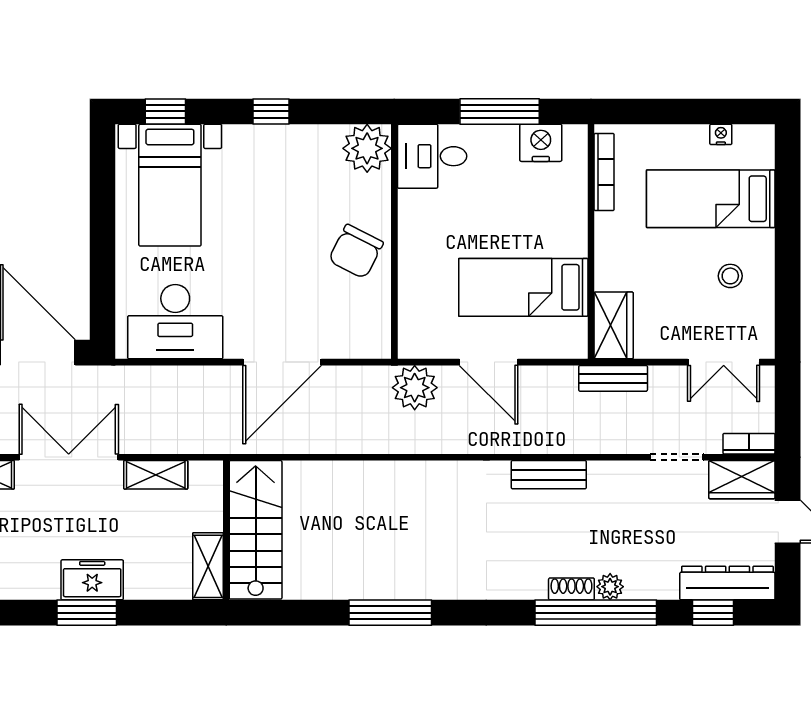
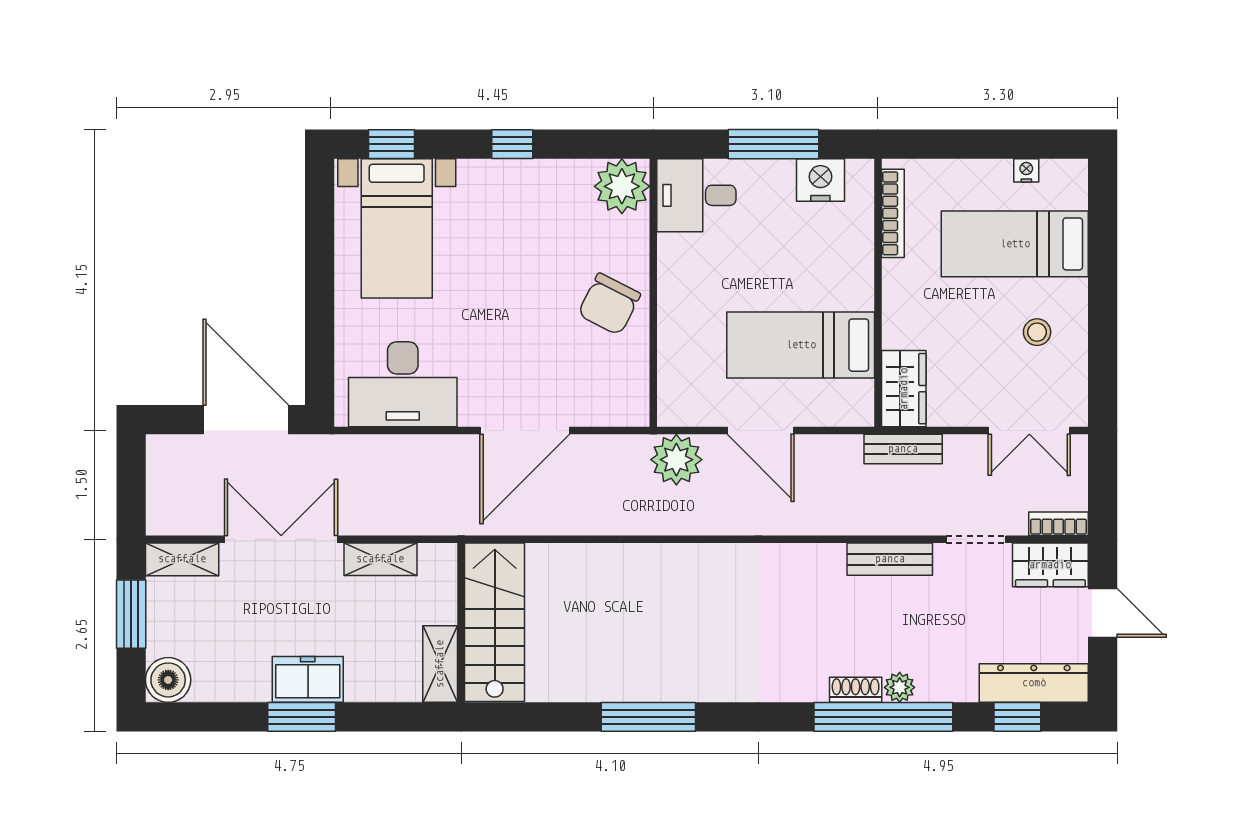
bench: (549, 475) -> (890, 559), moved

